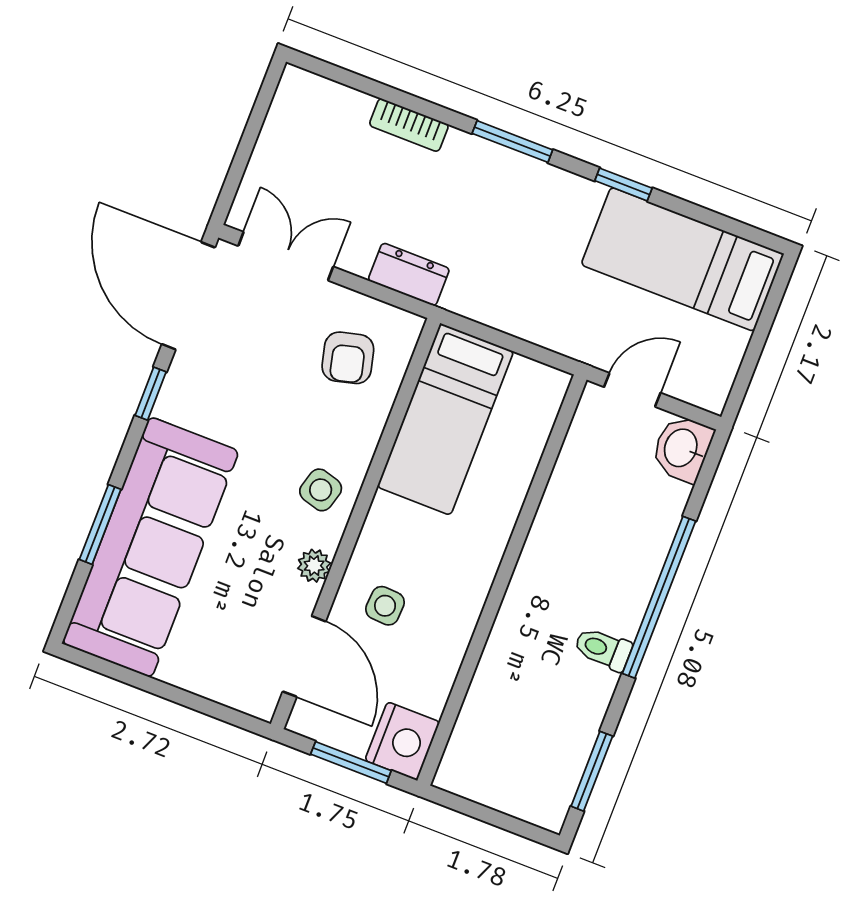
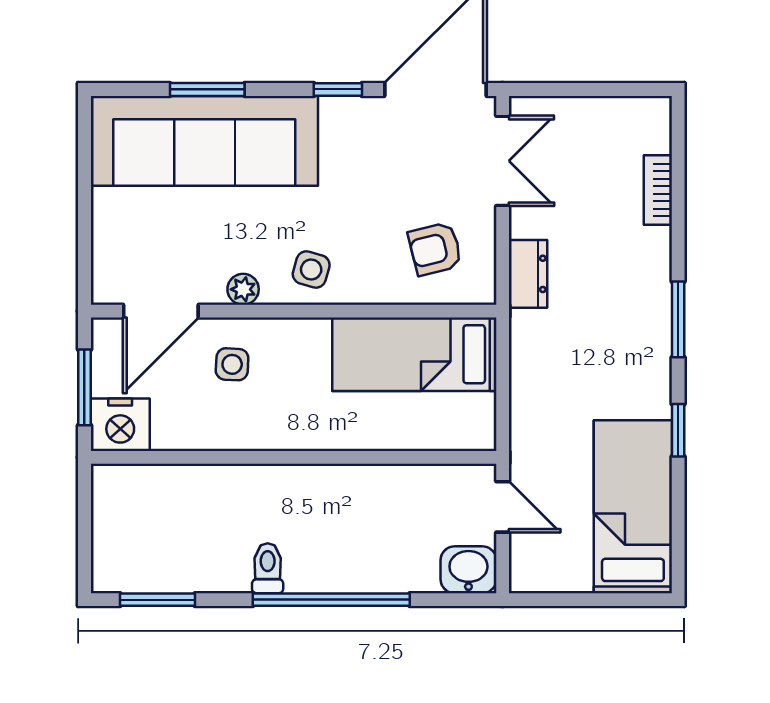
bookcase: (409, 125) -> (658, 190), moved

